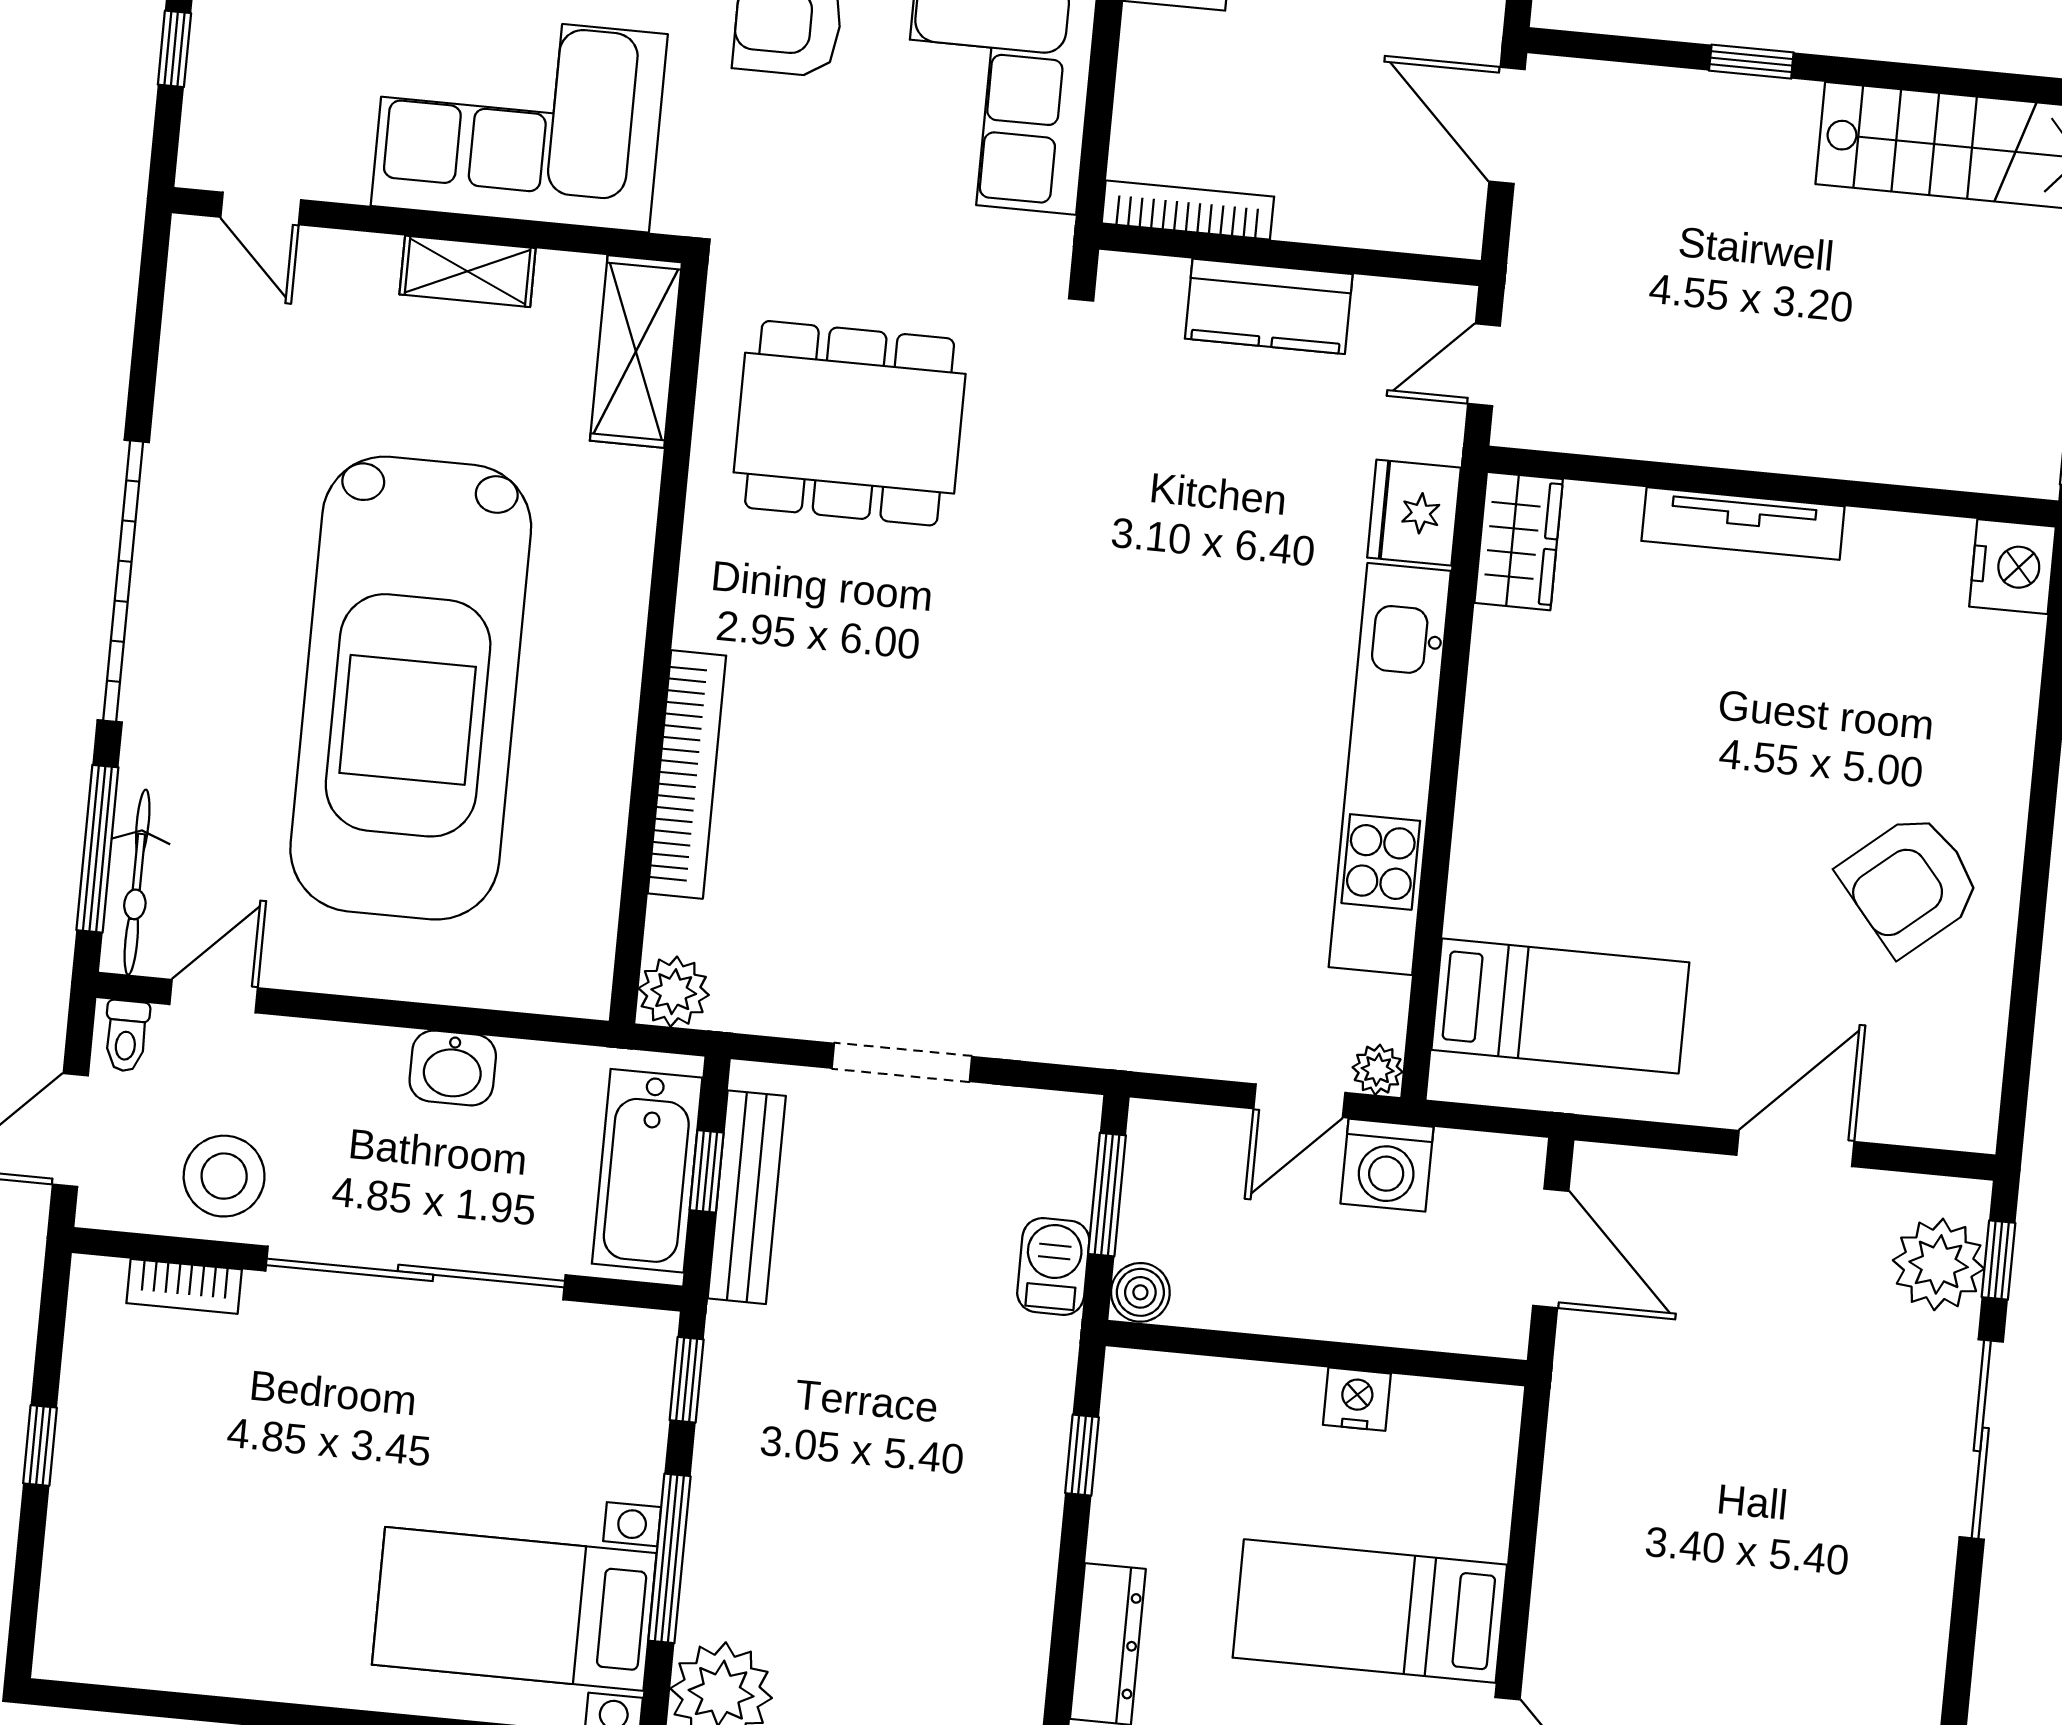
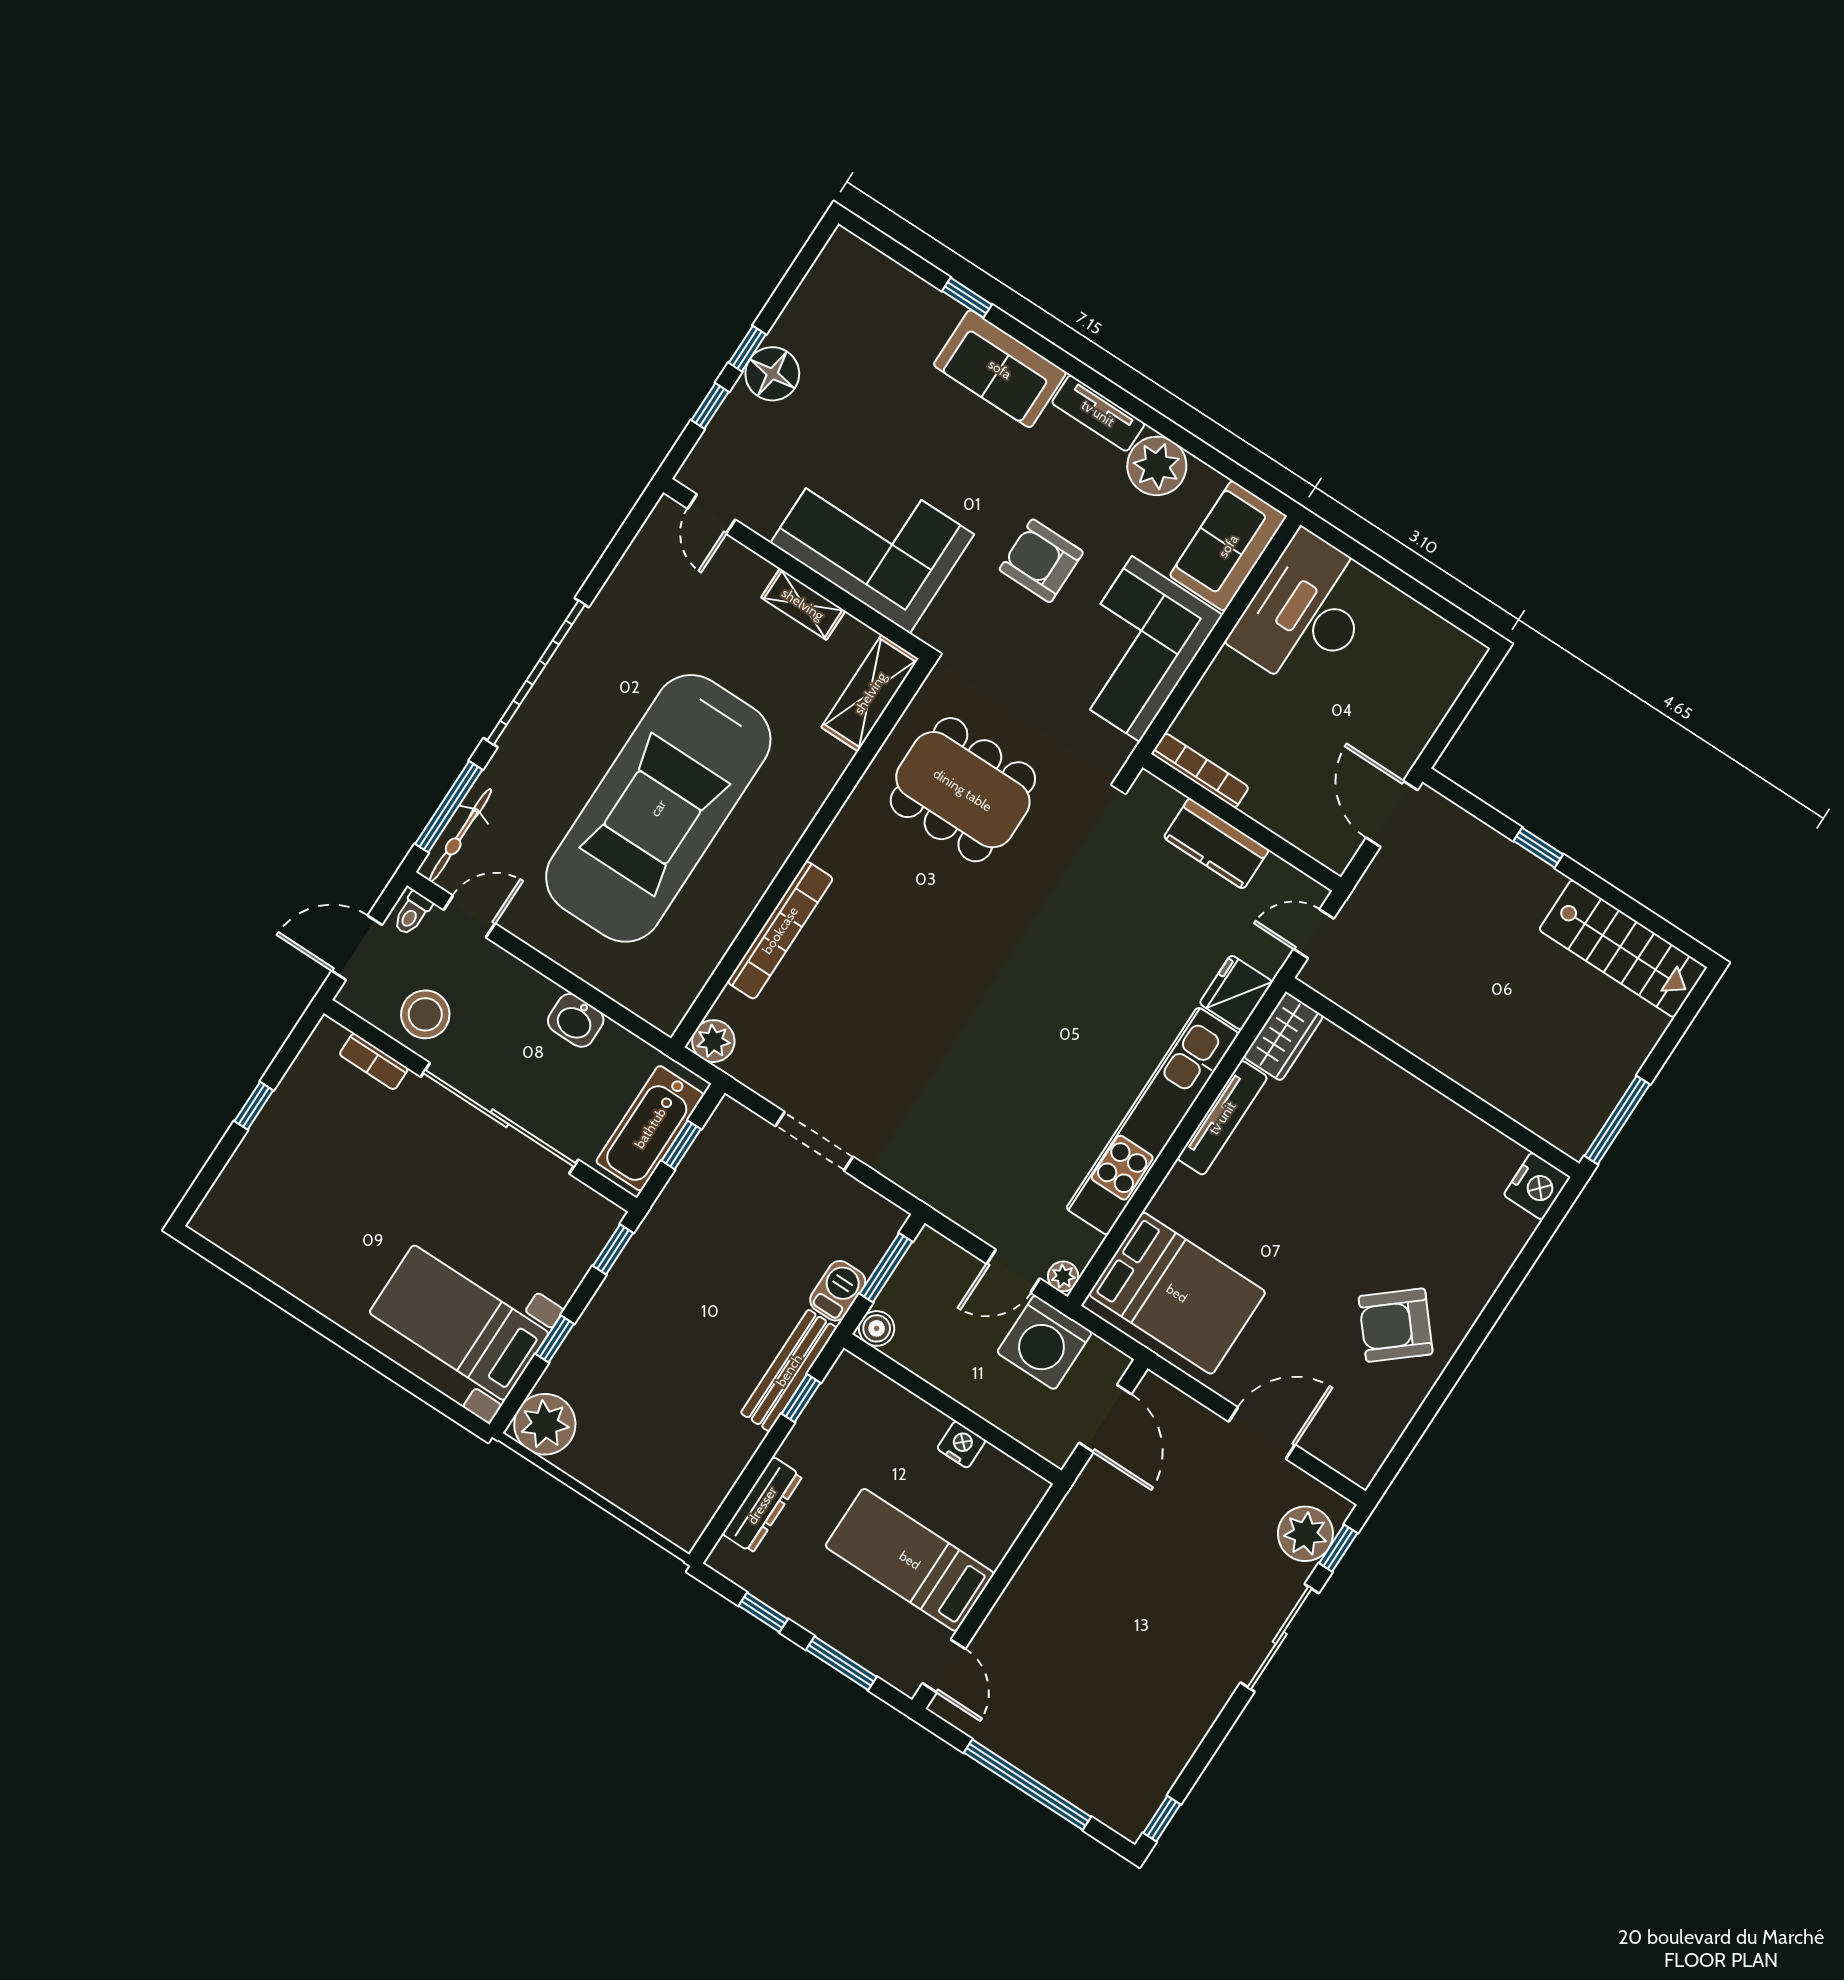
tv unit: (1743, 524) -> (1222, 1118), moved, turned -90
bed: (1560, 1006) -> (1177, 1293), width x1.50
washing machine: (1387, 1165) -> (1045, 1342), width x1.37, depth x1.37
bench: (747, 1197) -> (789, 1370), moved
window: (669, 1558) -> (555, 1339), width x0.46

